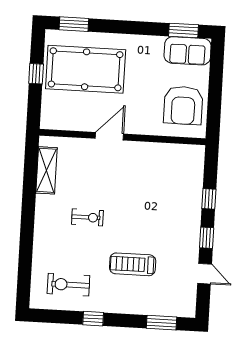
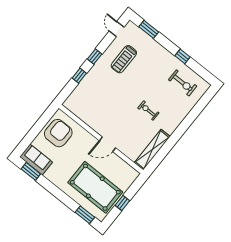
shelving: (46, 170) -> (152, 150), width x1.47
treadmill: (133, 264) -> (124, 59), moved, turned 90
door: (205, 274) -> (117, 29), moved

